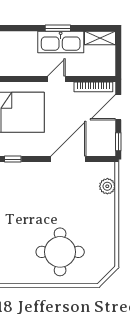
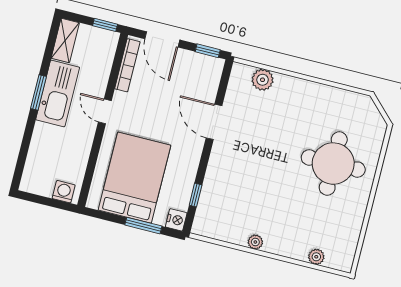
window: (118, 64) -> (105, 25), added
door: (68, 159) -> (214, 122), width x0.73

